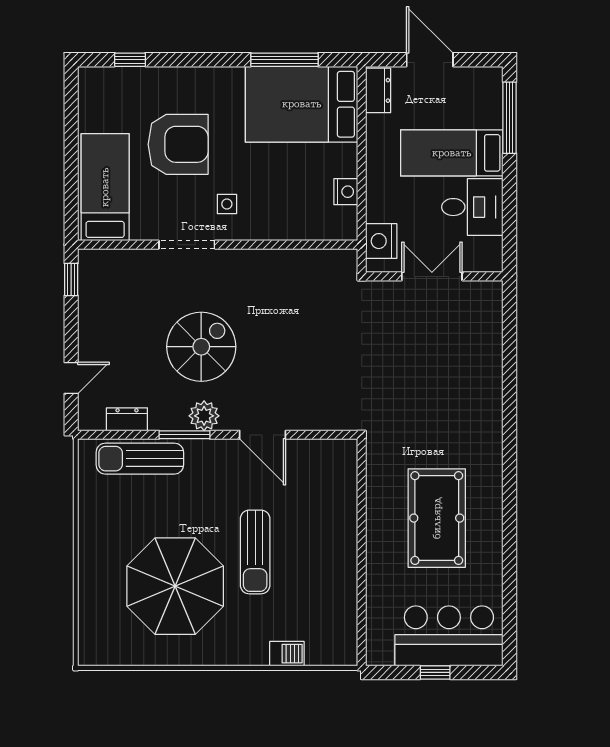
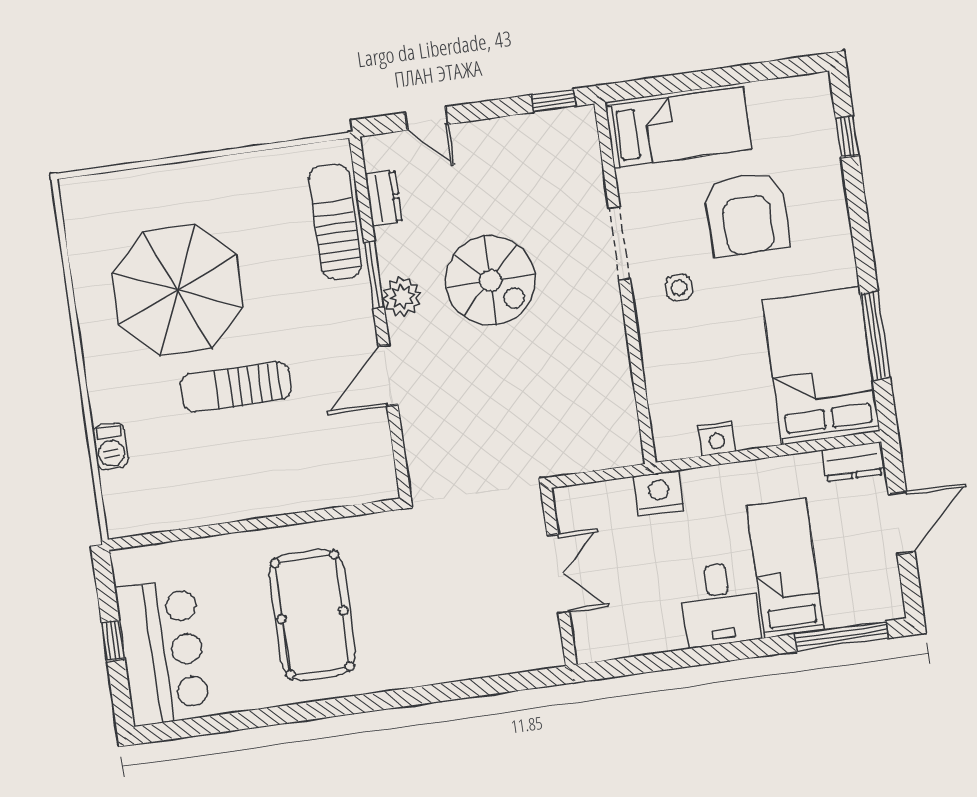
double door: (432, 276) -> (558, 574), moved
wall: (434, 276) -> (559, 577), moved
pool table: (437, 518) -> (312, 615), turned 90

